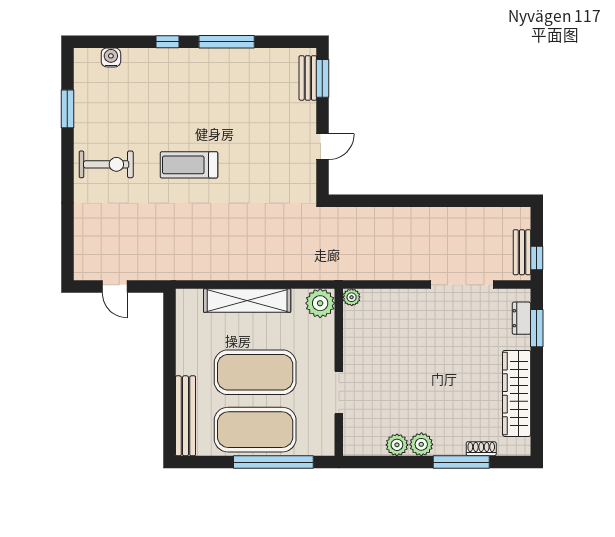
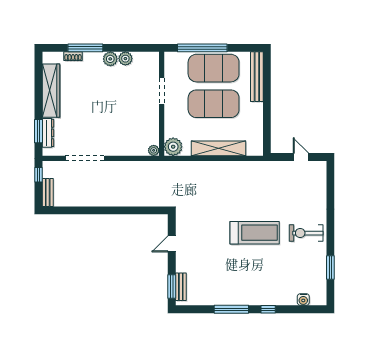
treadmill: (189, 165) -> (255, 233), width x1.37, depth x1.38
bench: (522, 252) -> (48, 192), moved
dresser: (521, 318) -> (48, 133), width x1.44

